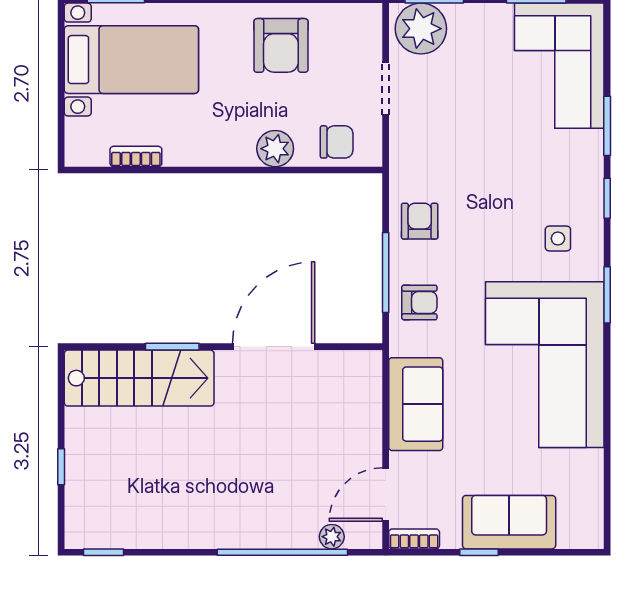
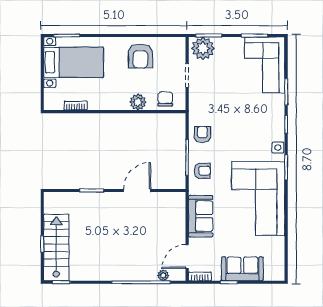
chair: (337, 142) -> (165, 99), turned -90
side table: (558, 238) -> (278, 148), moved
door: (274, 347) -> (137, 190), width x0.73
stairs: (139, 378) -> (56, 247), moved, turned -90

